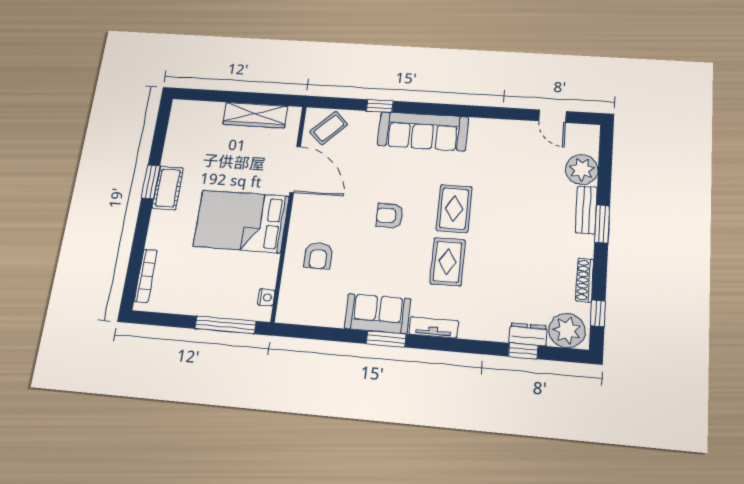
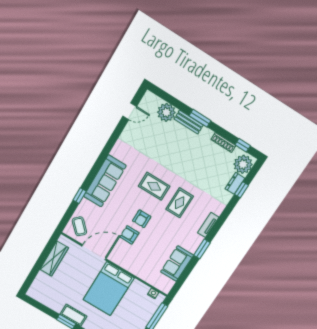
armchair: (318, 256) -> (129, 235), moved, turned 180
rug: (448, 262) -> (180, 203), turned 90
sofa: (378, 314) -> (177, 264), moved

